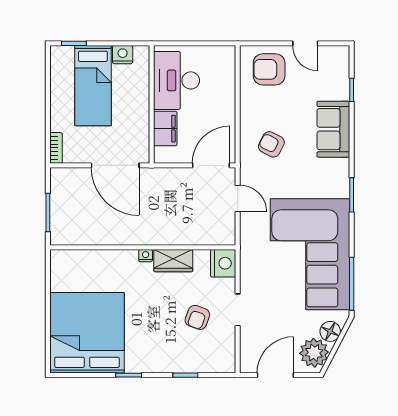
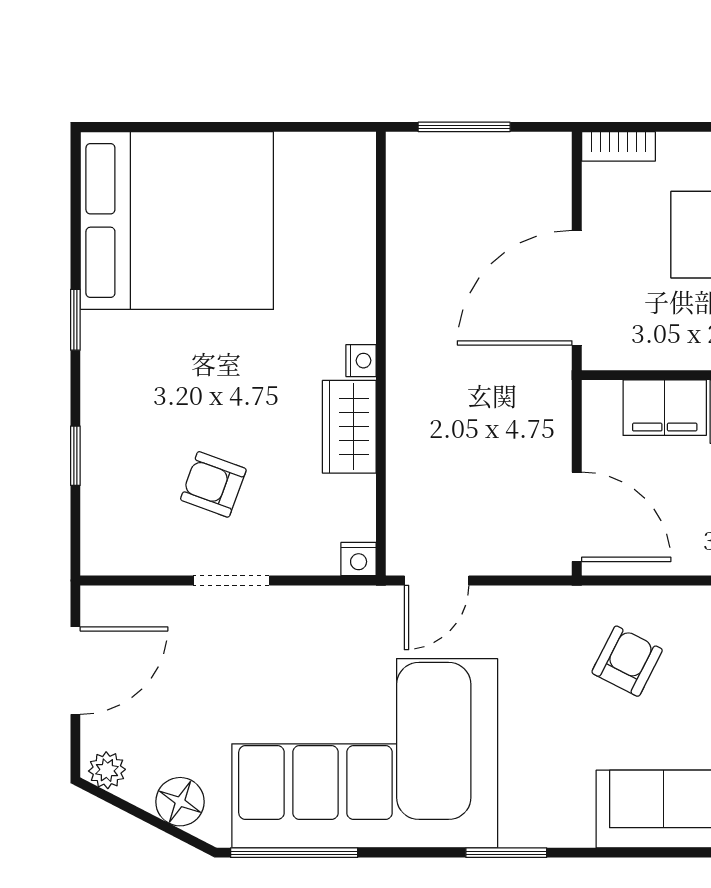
door: (238, 199) -> (437, 580), moved
nightstand: (223, 263) -> (359, 559), width x0.53, depth x0.56
plant: (314, 353) -> (107, 770), width x0.53, depth x0.53
door: (275, 375) -> (75, 671), hinge flipped

